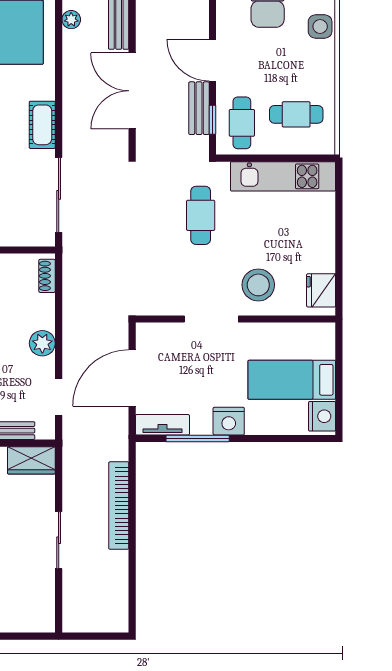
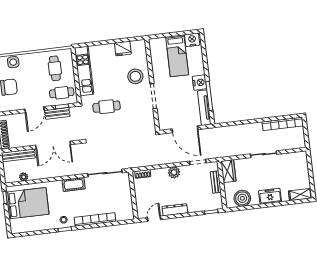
fridge: (321, 290) -> (123, 49), moved
tv unit: (162, 425) -> (204, 108), width x1.41
bookcase: (119, 506) -> (283, 124), moved

